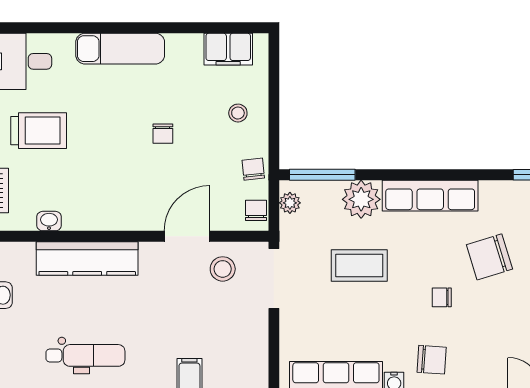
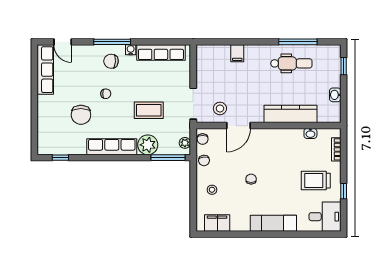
chair: (489, 257) -> (81, 115), turned 107
dental chair: (85, 355) -> (291, 63), turned 180

